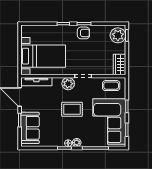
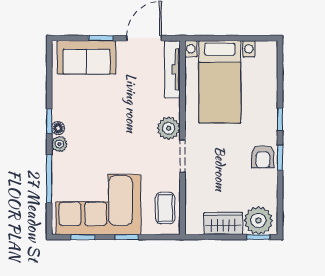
wardrobe: (119, 65) -> (223, 224), moved
rug: (72, 109) -> (121, 135), removed

